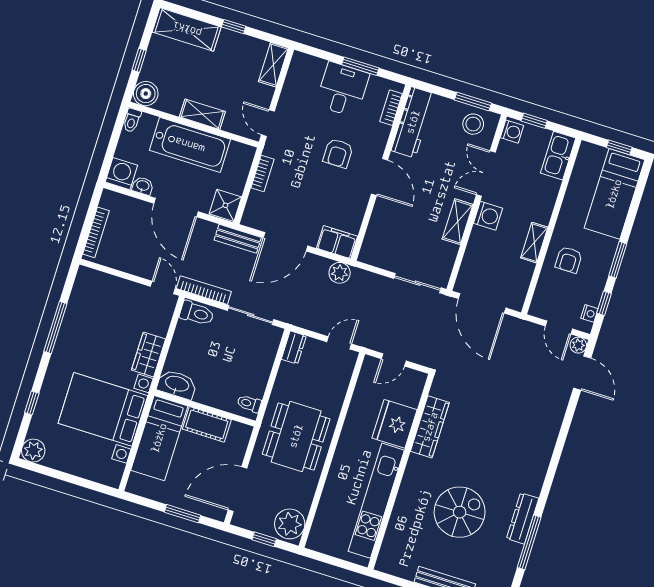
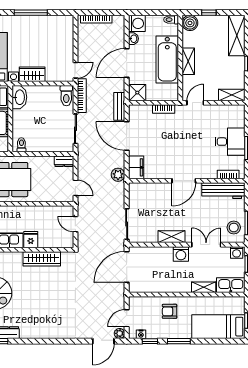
armchair: (338, 153) -> (190, 151), removed
shelving: (534, 243) -> (204, 287), moved
fridge: (395, 424) -> (31, 240), width x0.53, depth x0.75

